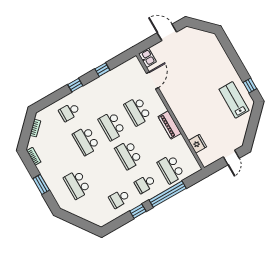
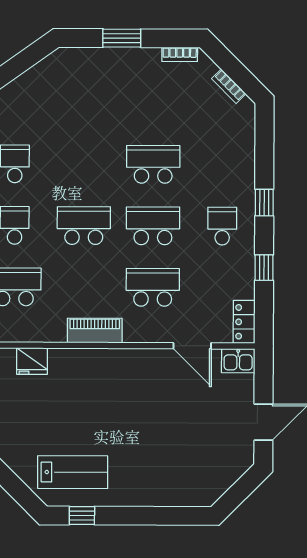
locker: (130, 65) -> (244, 322), added
school desk: (69, 112) -> (222, 226), moved
school desk: (77, 184) -> (84, 103), removed

